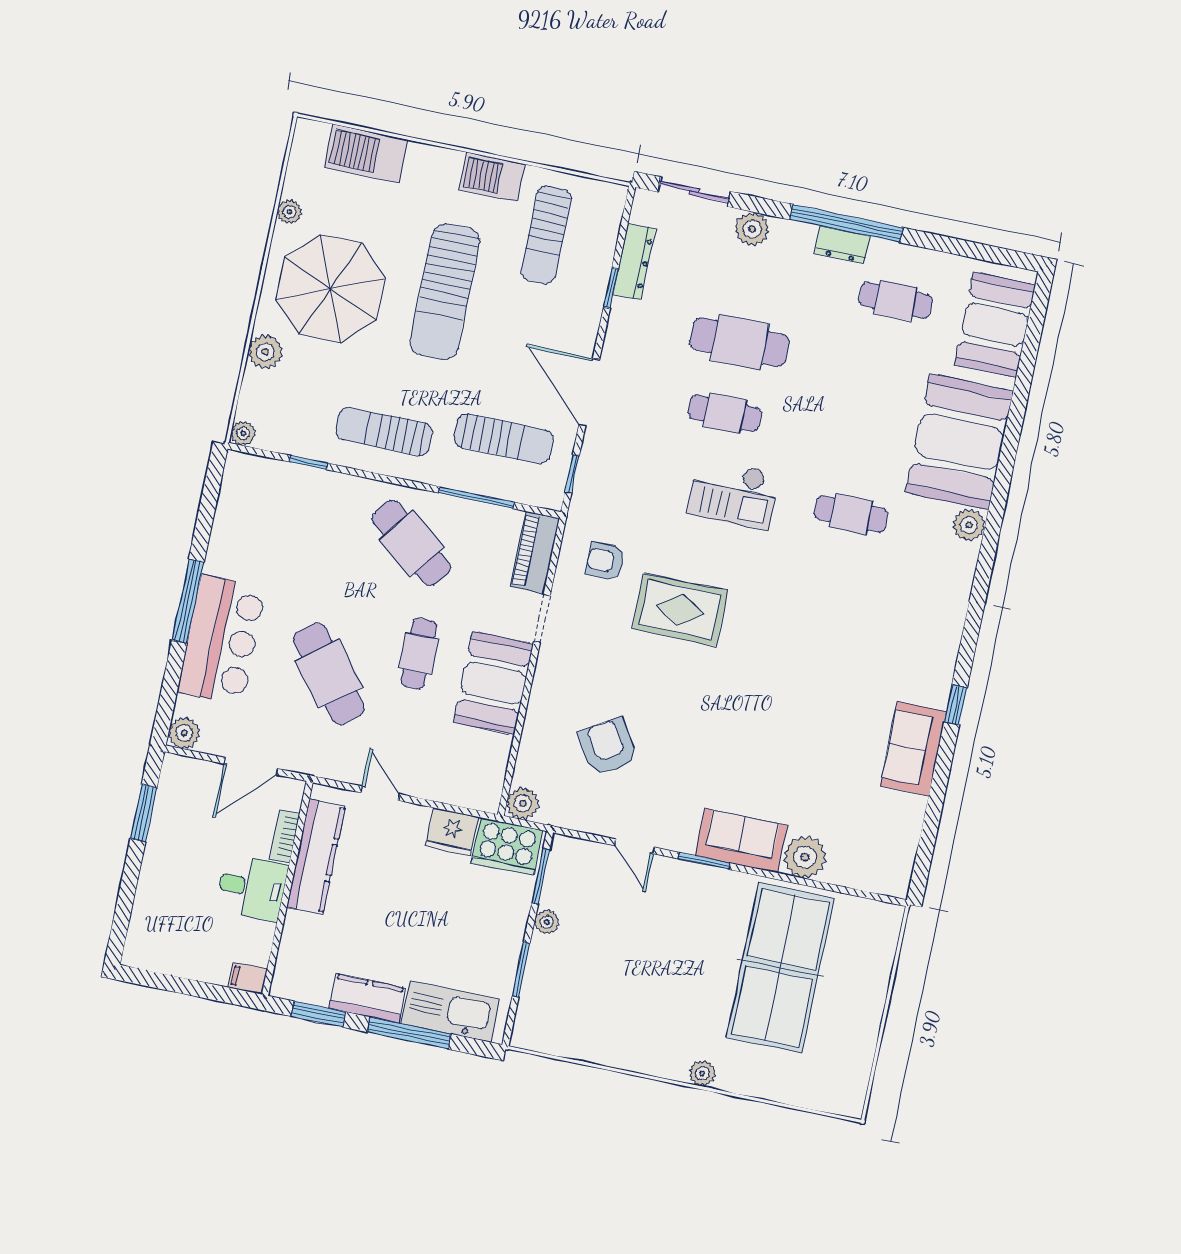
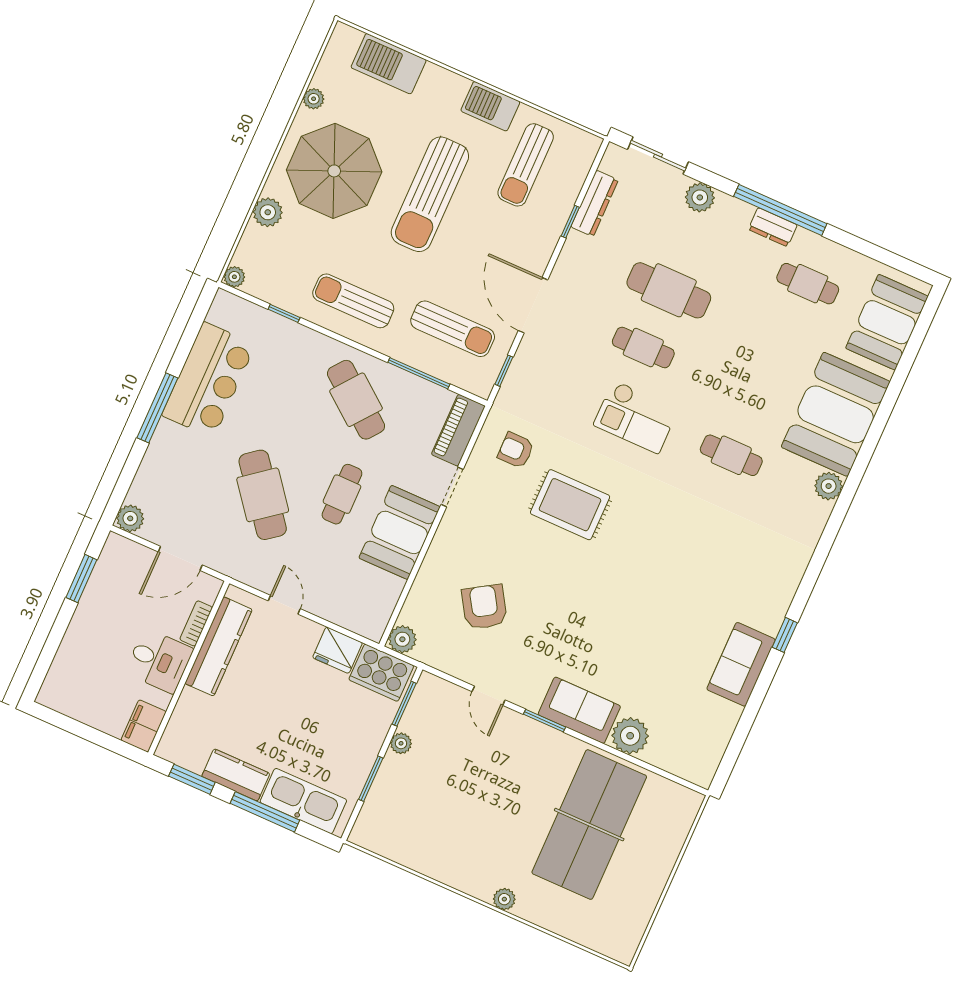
bar counter: (222, 640) -> (209, 380), moved
filing cabinet: (248, 978) -> (144, 726), width x2.00

